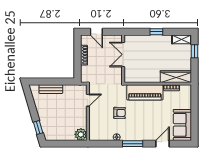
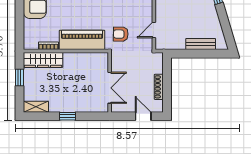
window: (194, 51) -> (20, 77), moved
armchair: (120, 113) -> (121, 34), moved

